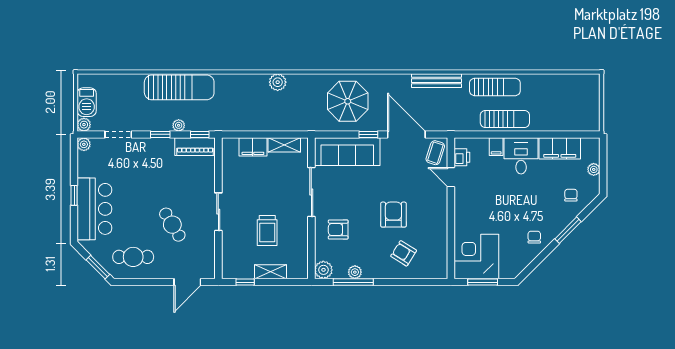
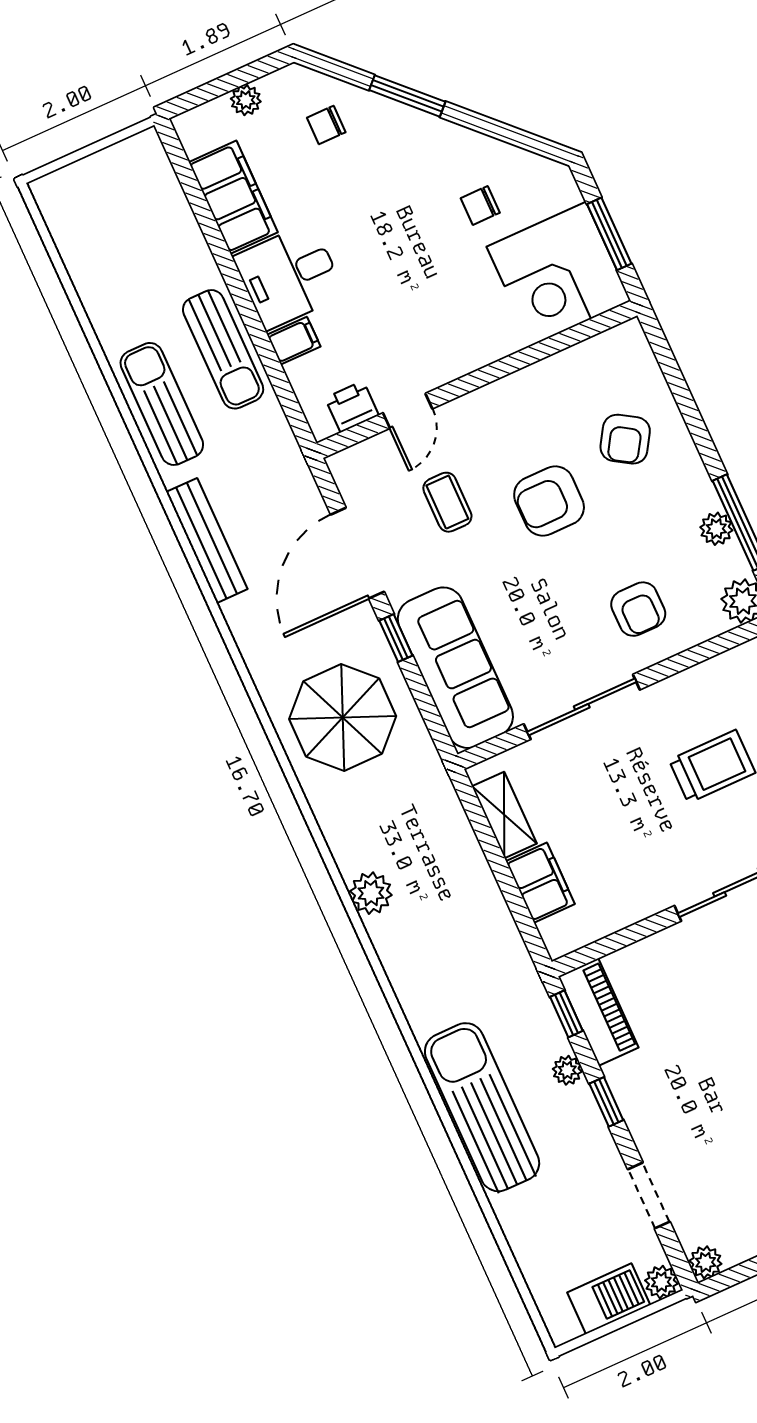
sun lounger: (505, 119) -> (223, 349), turned 180
coffee table: (435, 153) -> (447, 502), moved, turned 72
chair: (534, 237) -> (480, 205), moved

